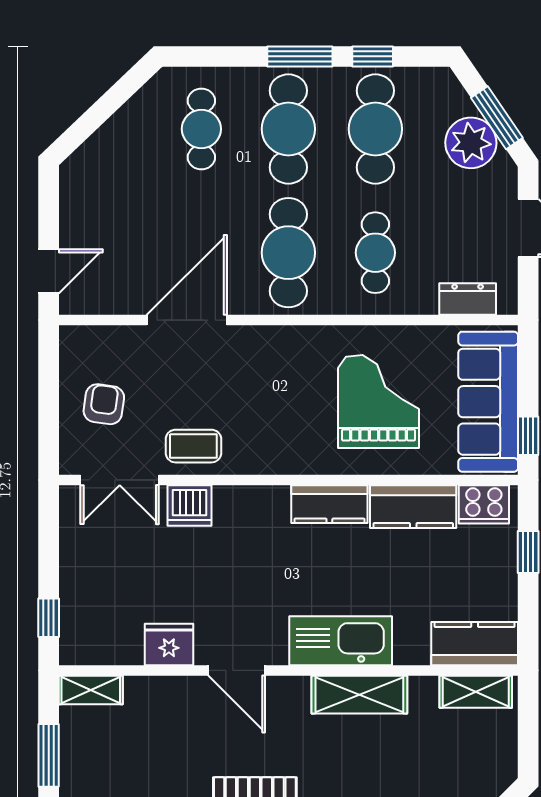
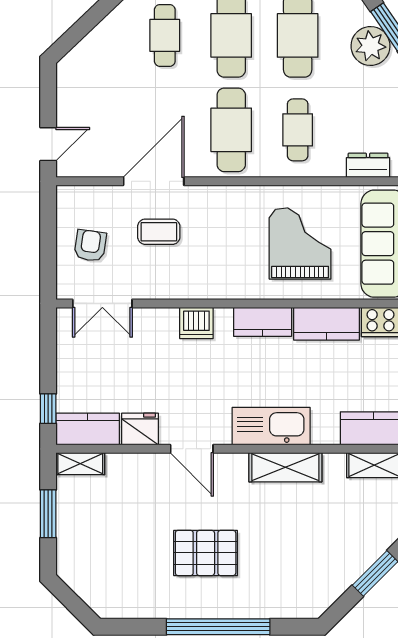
coffee table: (193, 446) -> (159, 232), moved
dishwasher: (190, 505) -> (196, 323), moved
kitchen counter: (100, 644) -> (88, 429), added

